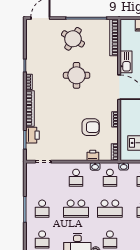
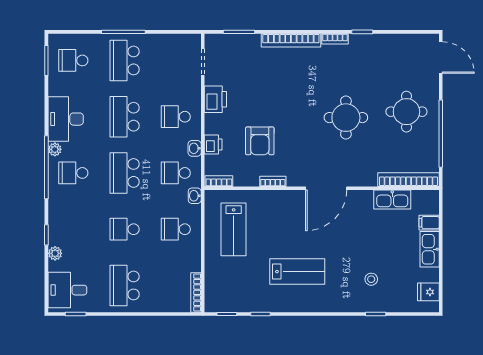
round table: (73, 39) -> (406, 112), turned -31
kitchen sink: (126, 62) -> (392, 200), moved
printer: (33, 135) -> (215, 99), moved, turned -90
school desk: (42, 209) -> (125, 60), width x1.85

